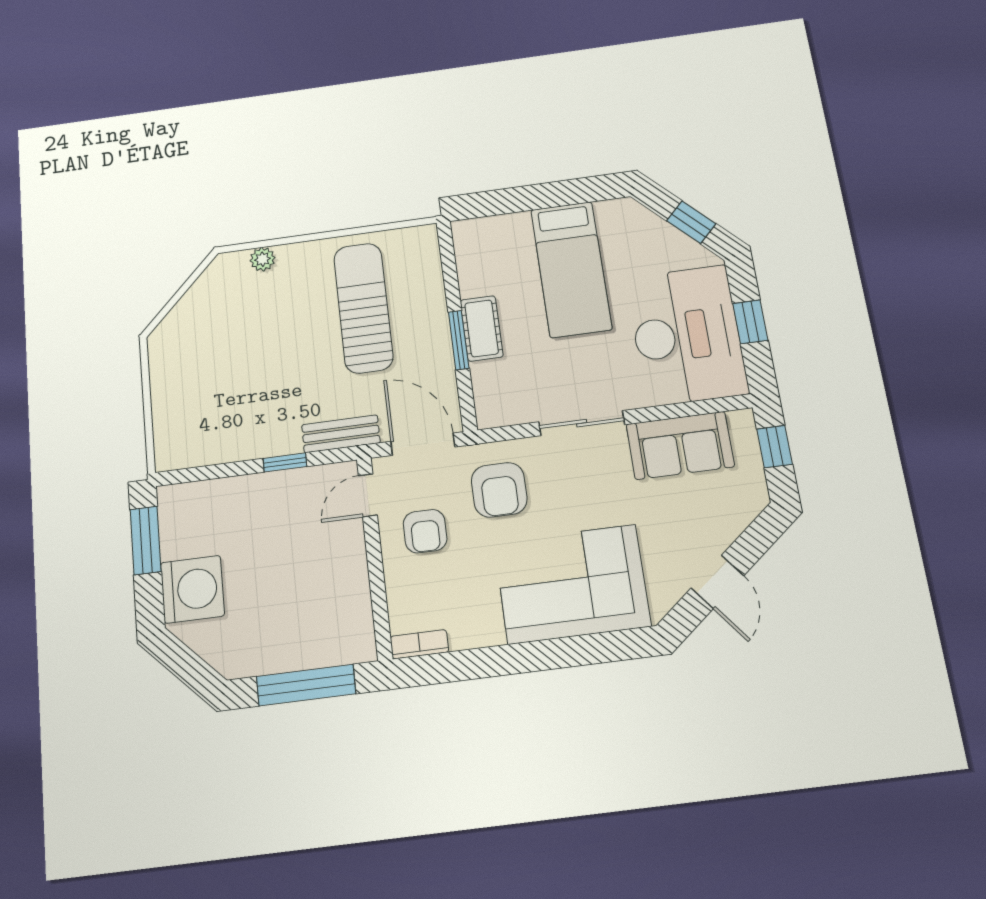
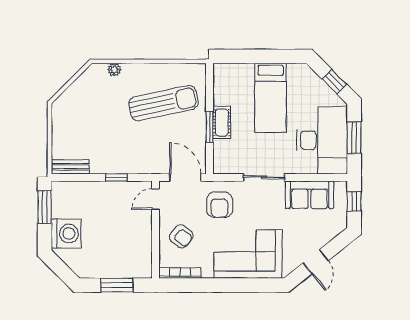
sun lounger: (363, 308) -> (164, 103), turned 78
window: (750, 322) -> (354, 138), width x1.50
bench: (341, 434) -> (70, 167), moved
armchair: (425, 531) -> (181, 236), moved, turned -51
bookcase: (419, 644) -> (180, 273), width x1.56
window: (306, 685) -> (117, 285), width x0.69

